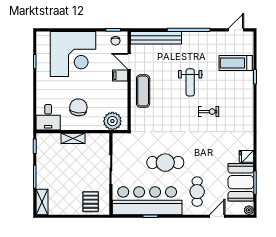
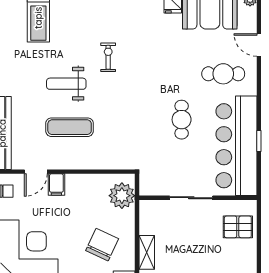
weight bench: (190, 82) -> (66, 84), turned 180
exercise mat: (143, 91) -> (70, 127), moved
chair: (78, 107) -> (102, 245), turned 109
cafe table: (165, 163) -> (182, 120), width x0.73, depth x0.74

